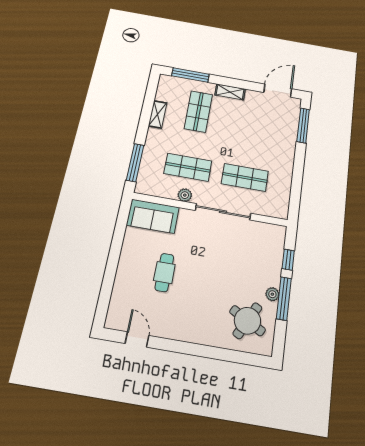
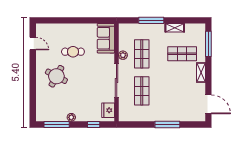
window: (303, 125) -> (167, 124), moved
window: (135, 163) -> (151, 20), moved
fridge: (268, 233) -> (108, 110), added
window: (284, 299) -> (57, 124), moved
round table: (247, 321) -> (56, 76), moved
door: (137, 339) -> (33, 44), hinge flipped

